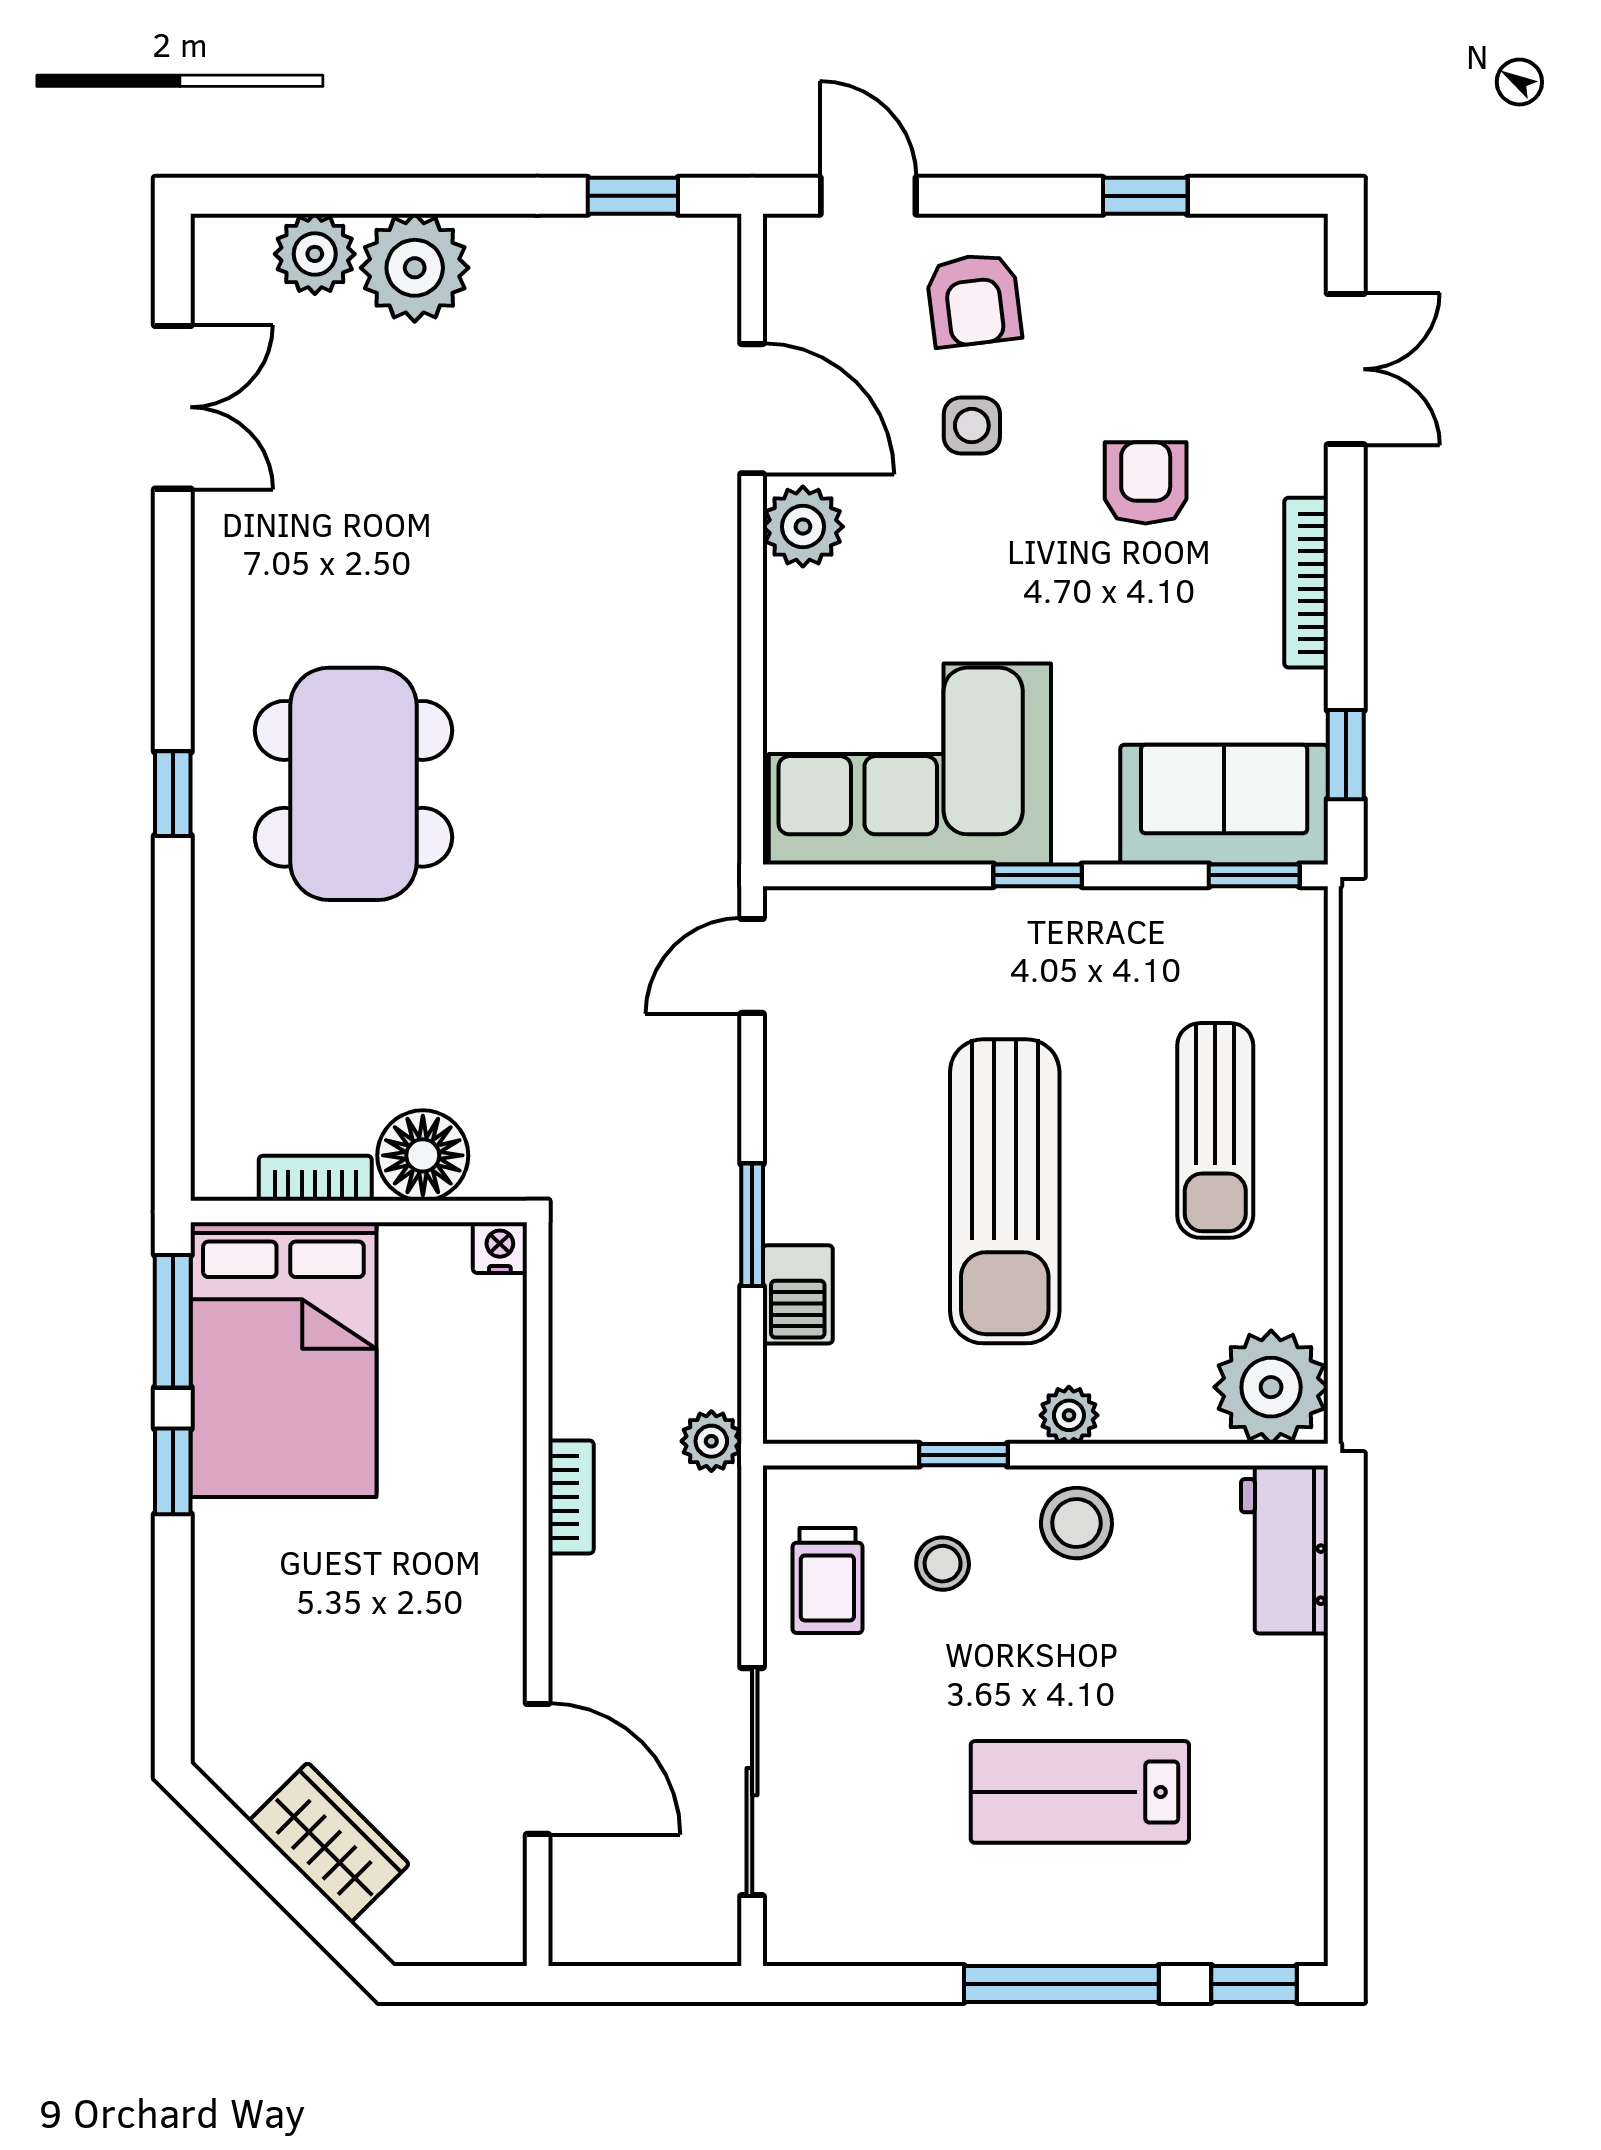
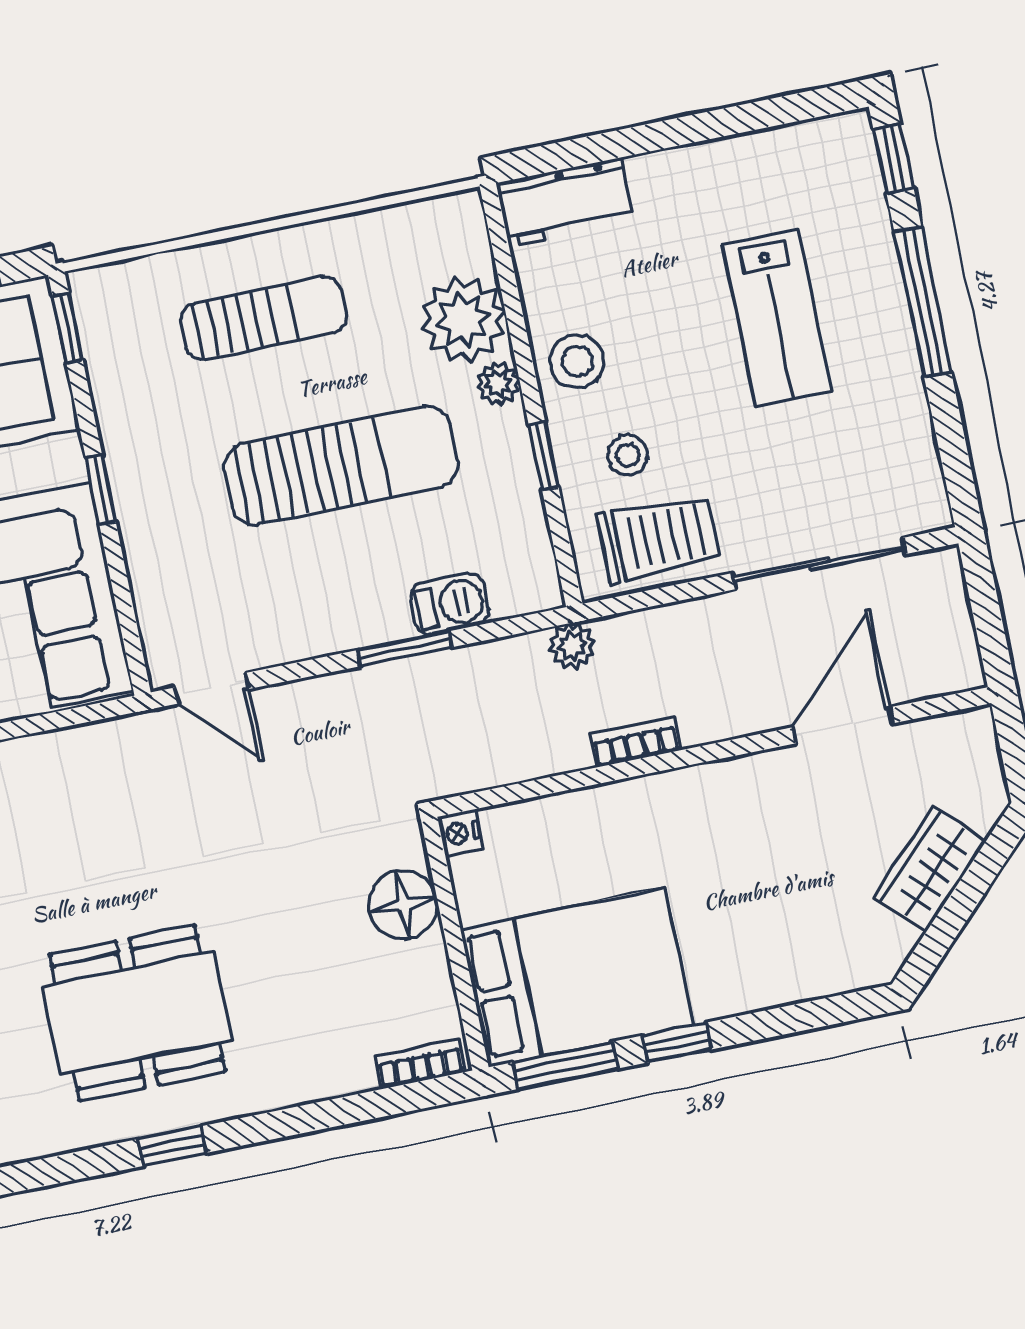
bookcase: (315, 1178) -> (420, 1064), moved, turned 90
plant: (1271, 1387) -> (463, 320), moved
trolley: (827, 1581) -> (658, 538), width x1.36, depth x1.39

